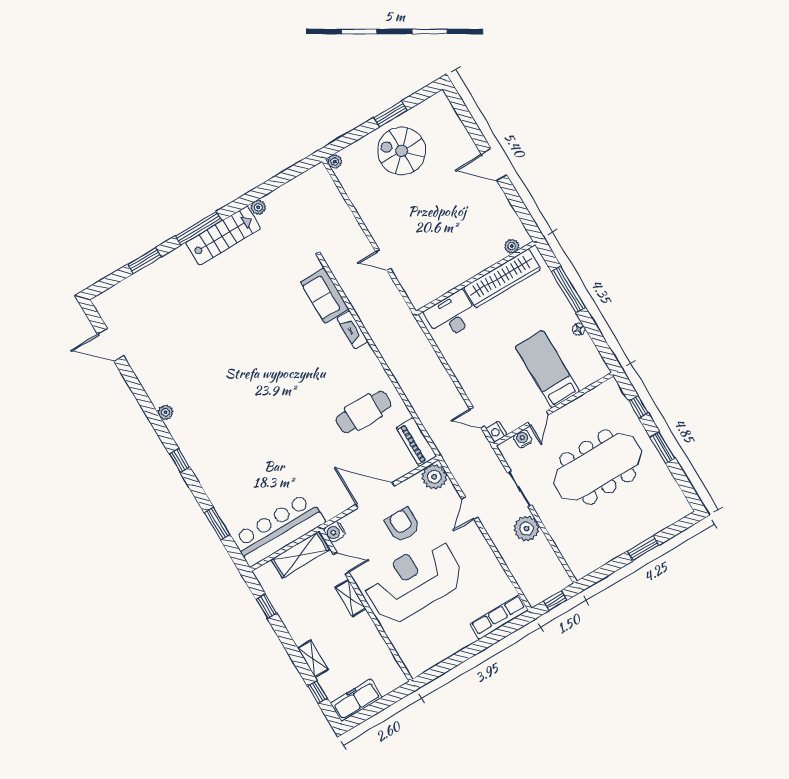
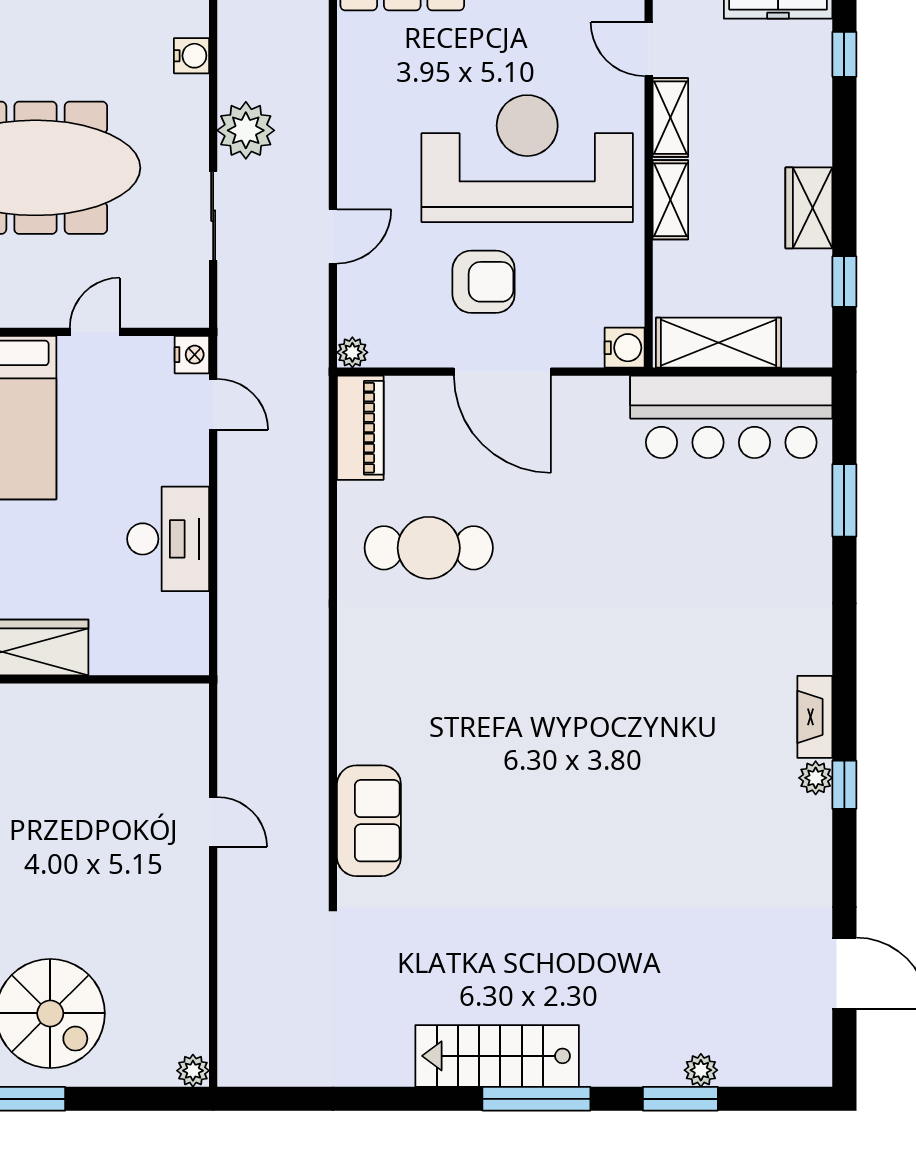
plant: (258, 207) -> (701, 1070), moved
desk: (452, 315) -> (168, 539), moved, turned -90
fireplace: (352, 330) -> (815, 717), moved, turned 180
water cooler: (523, 439) -> (192, 56), moved, turned -90
window: (179, 460) -> (844, 785), moved
plant: (434, 477) -> (352, 352), width x0.53, depth x0.53
armchair: (403, 525) -> (484, 282), turned -90
door: (341, 563) -> (649, 49), moved
reception desk: (414, 581) -> (527, 159), turned 180
wardrobe: (296, 626) -> (809, 208), added
shelving: (313, 659) -> (670, 118), moved

